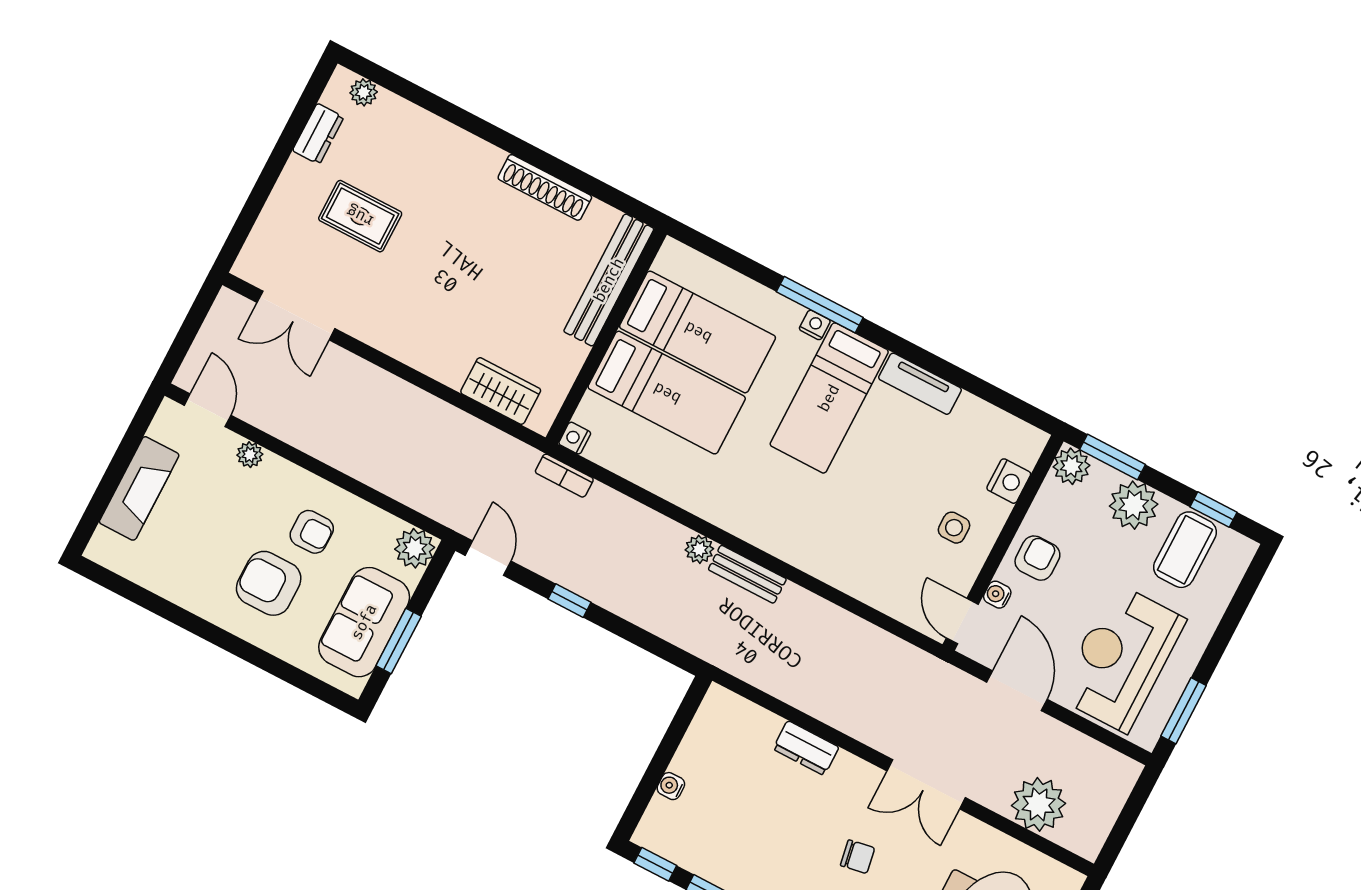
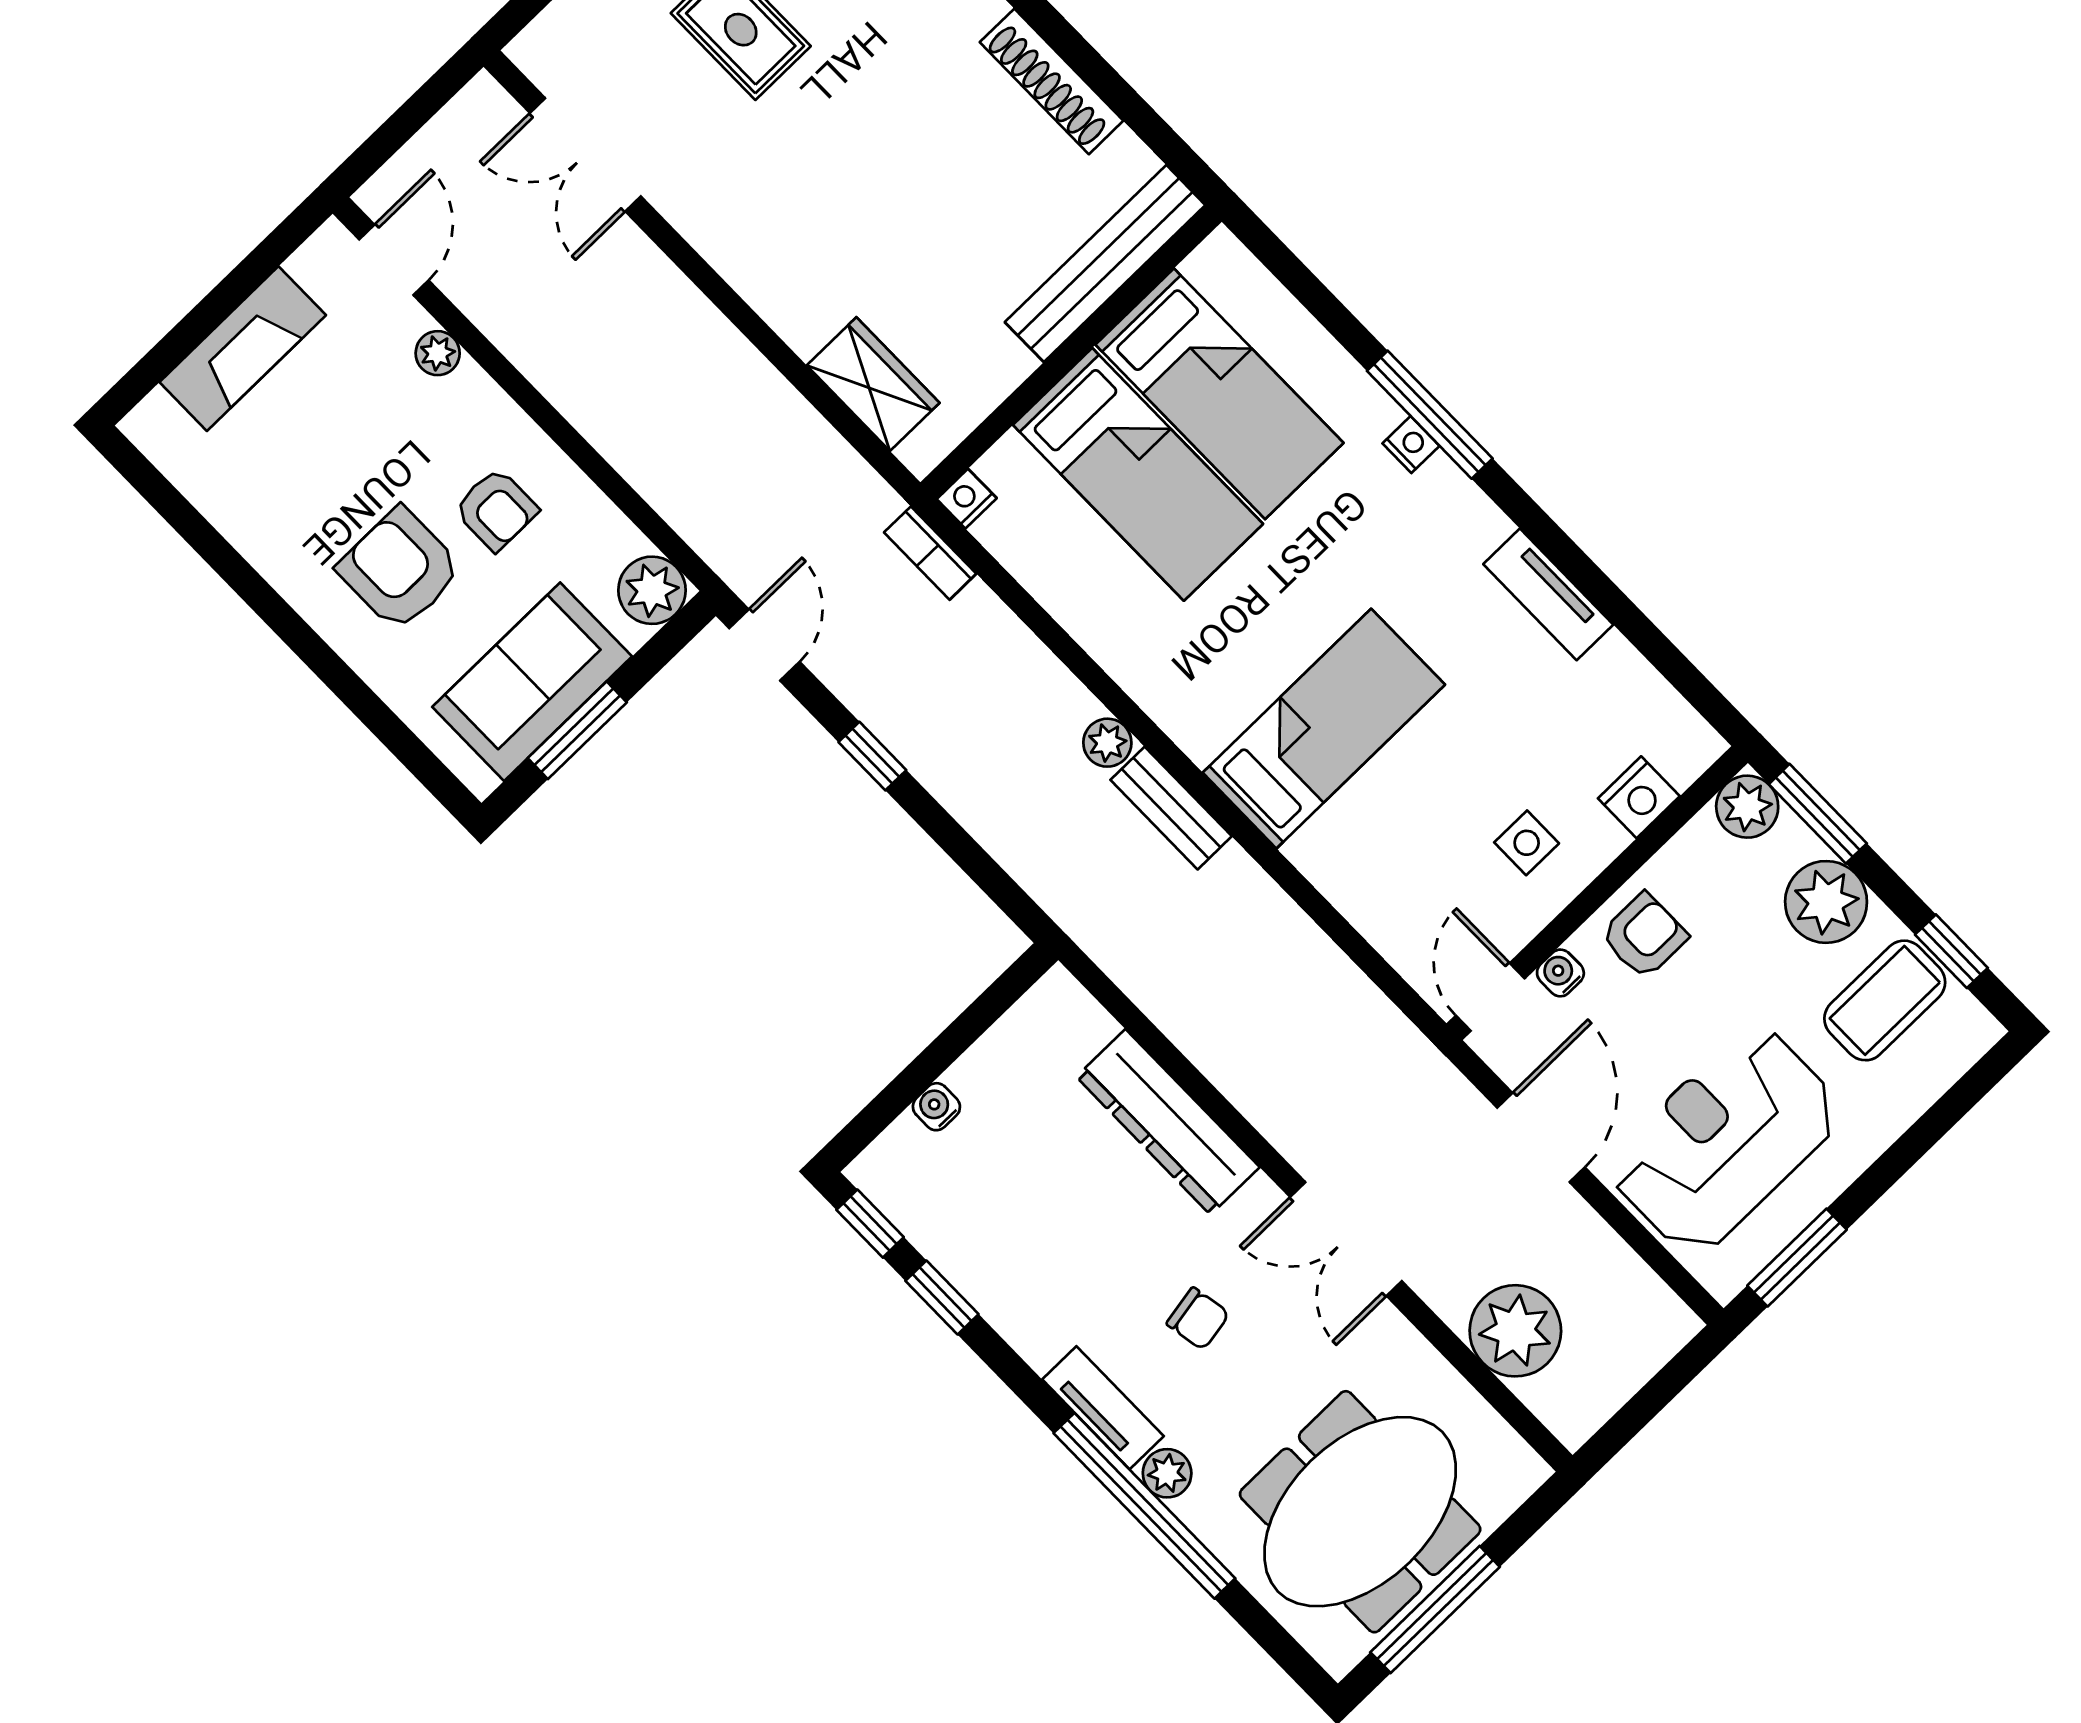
bed: (829, 398) -> (1324, 729), moved, turned 180
dresser: (806, 748) -> (1168, 1122), width x1.96, depth x1.24

